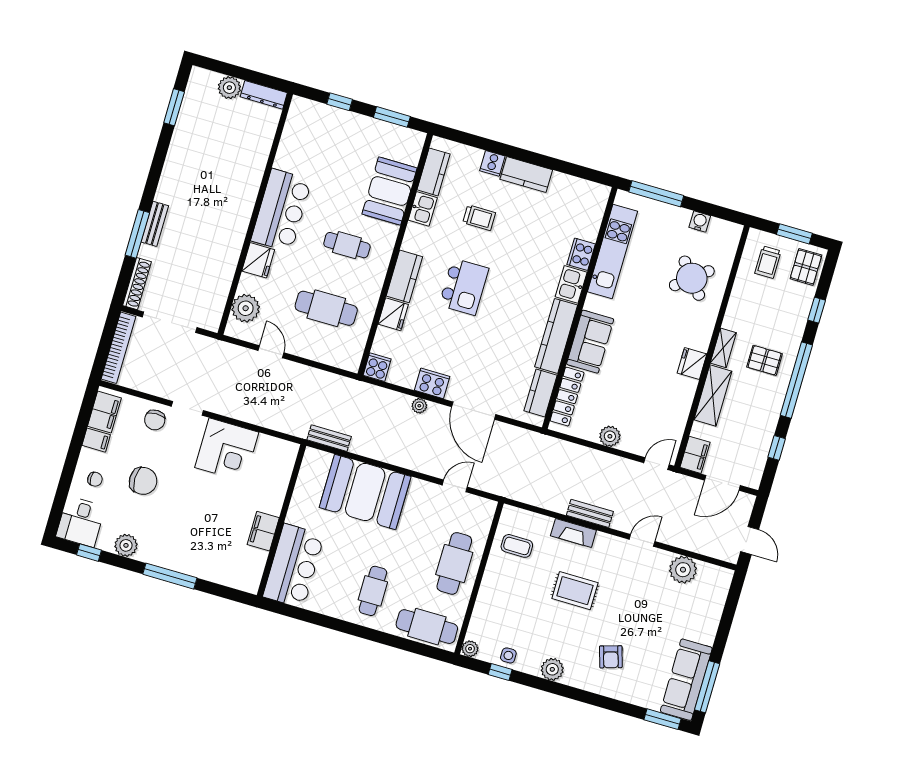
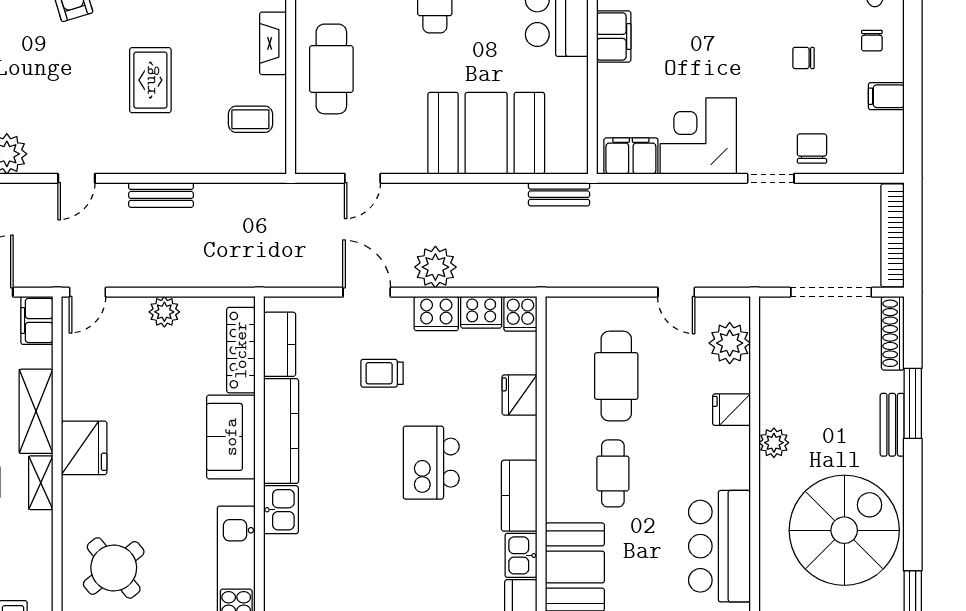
spiral stairs: (206, 164) -> (844, 530), added
bar counter: (281, 210) -> (720, 546), moved
trolley: (479, 218) -> (382, 373), moved
plant: (236, 235) -> (774, 443), added
cafe table: (347, 245) -> (613, 473), turned 90
cooker: (581, 254) -> (481, 312), moved, turned 90
fridge: (258, 260) -> (732, 410), width x0.72
kitchen counter: (404, 276) -> (519, 496), moved
cafe table: (326, 308) -> (616, 376), turned 90
fridge: (692, 364) -> (84, 448), width x1.36, depth x1.34
plant: (419, 406) -> (435, 267), width x1.88, depth x1.88
door: (474, 411) -> (367, 292), width x0.73
filing cabinet: (104, 412) -> (631, 156), moved, turned 90
chair: (95, 479) -> (872, 41), turned -90
chair: (143, 481) -> (803, 58), width x0.54, depth x0.54
fireplace: (573, 533) -> (273, 43), moved, turned -90
rug: (575, 591) -> (150, 80), turned 90

